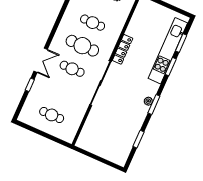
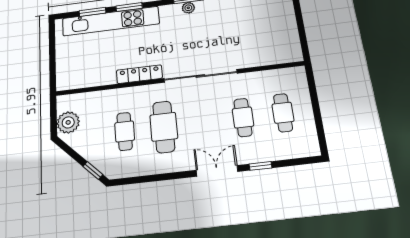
cafe table: (72, 69) -> (243, 117), moved

